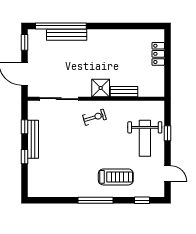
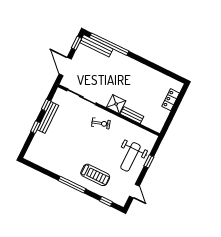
bench: (67, 35) -> (96, 46), moved

